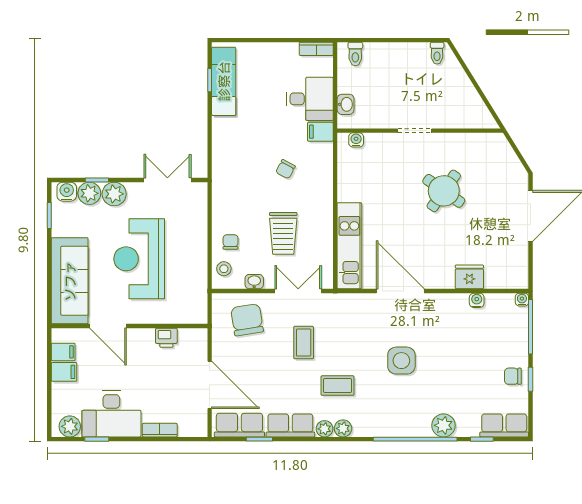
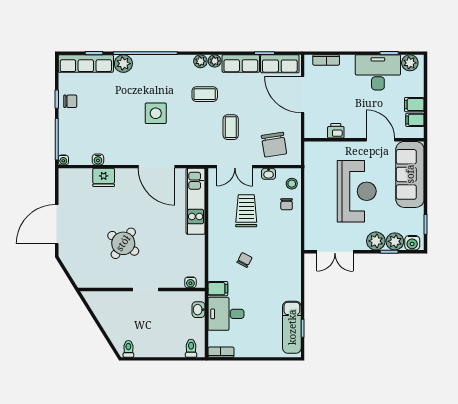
row of seats: (504, 425) -> (86, 64), width x1.48
bookcase: (160, 430) -> (326, 60), moved

